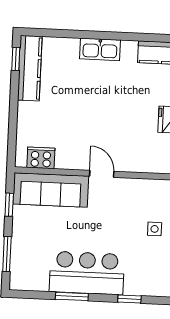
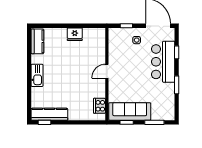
sofa: (51, 190) -> (130, 111), moved, turned -90
bar counter: (87, 273) -> (163, 62), moved

